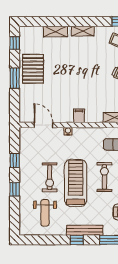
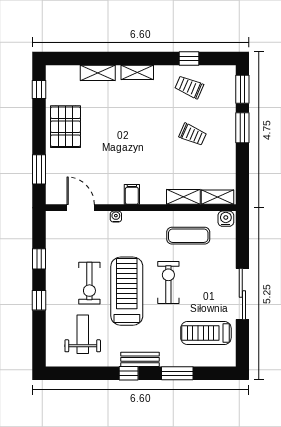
window: (15, 78) -> (39, 169), moved
weight bench: (45, 213) -> (83, 334), turned 180
bench: (85, 230) -> (140, 359), width x0.73

